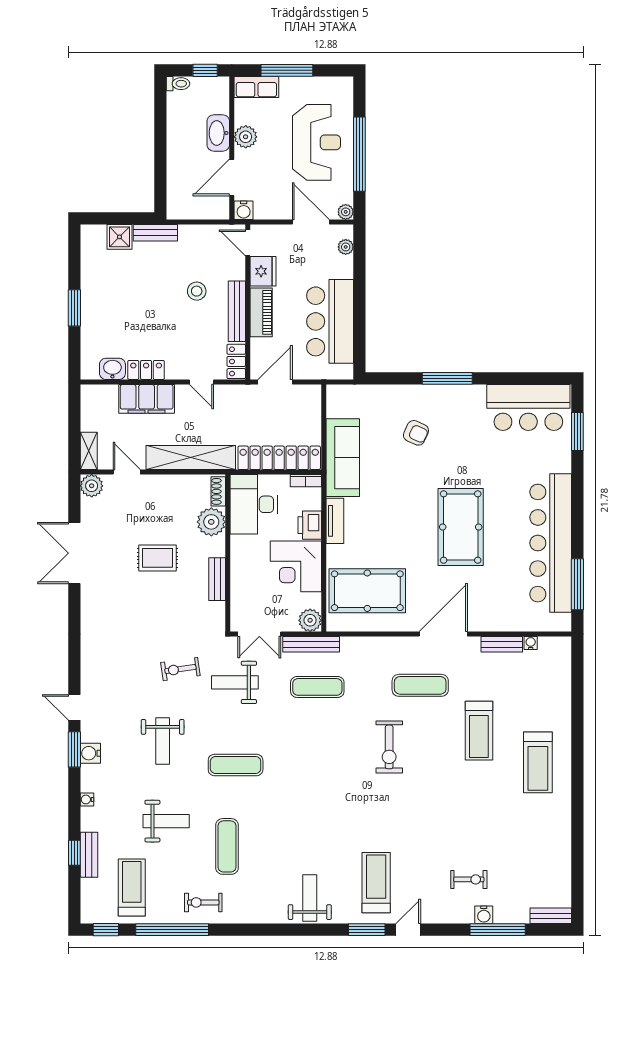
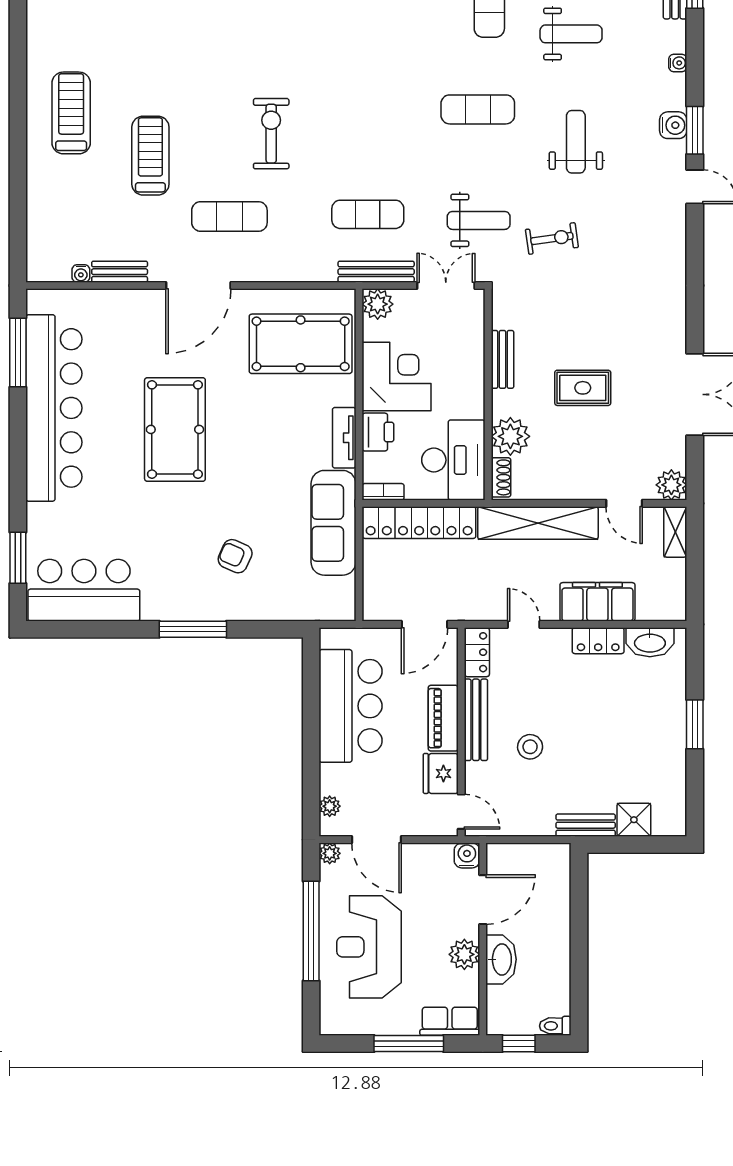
washbasin: (112, 369) -> (650, 642), width x1.38
weight bench: (166, 821) -> (571, 34), turned 180

